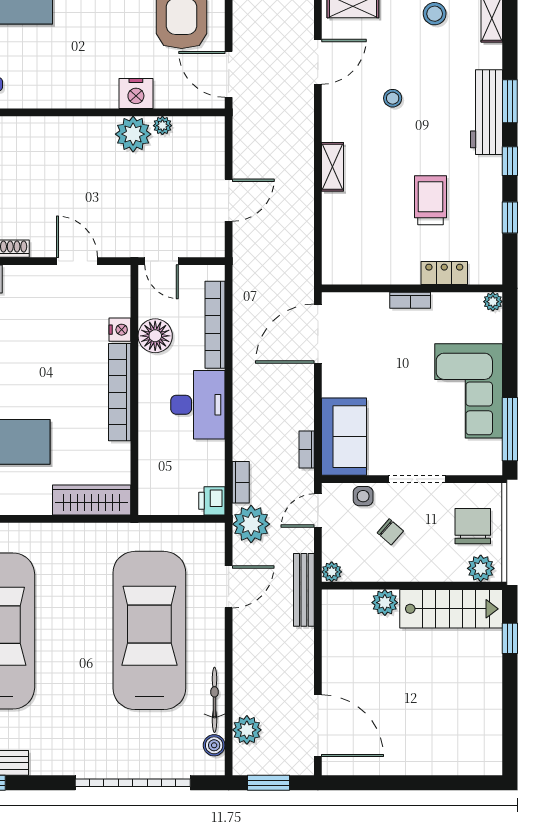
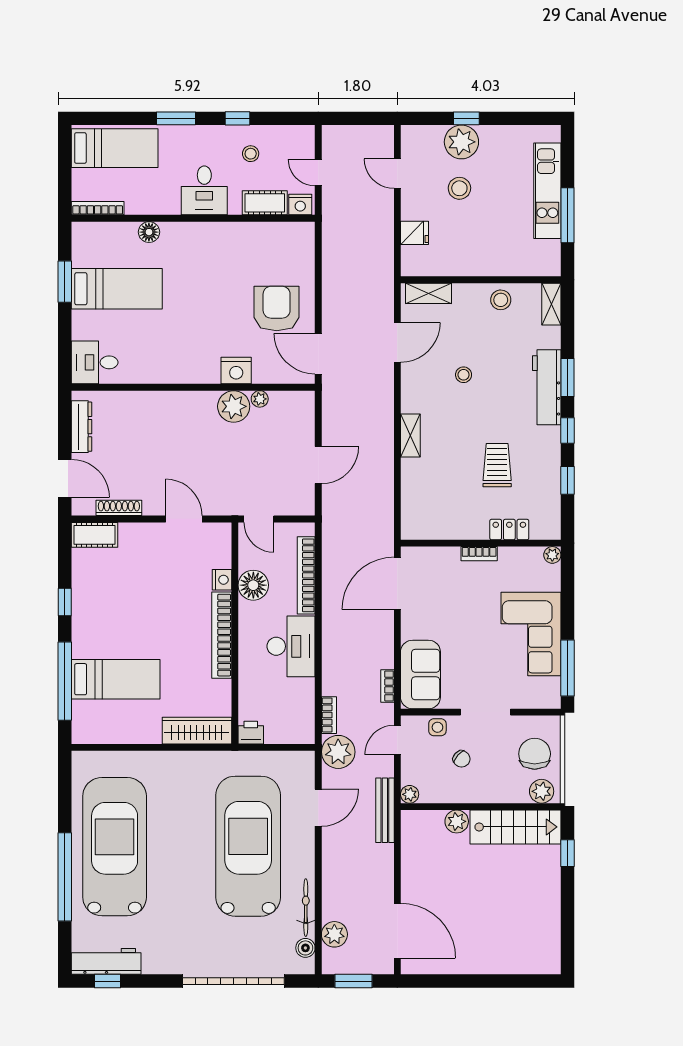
printer: (212, 501) -> (251, 733), moved, turned 90

